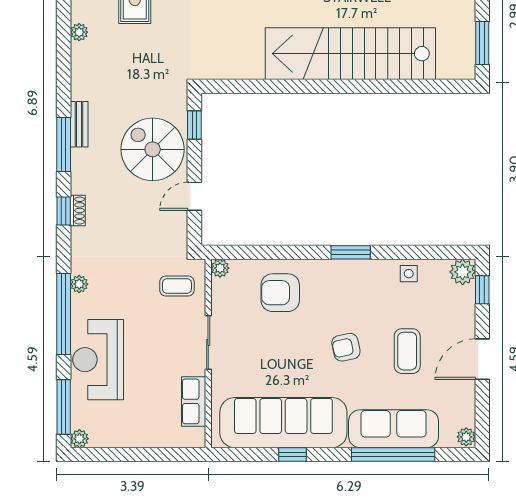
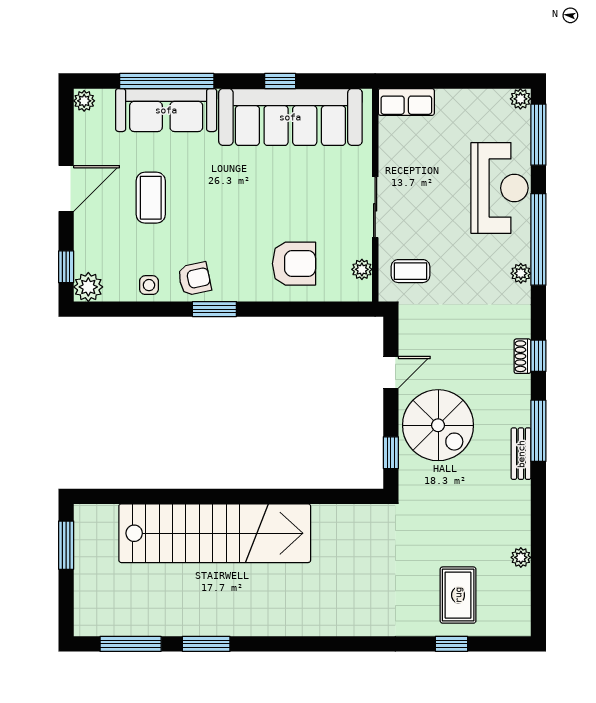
plant: (220, 268) -> (362, 269), moved
armchair: (346, 347) -> (195, 279), moved
row of seats: (194, 401) -> (406, 102), moved, turned 90

